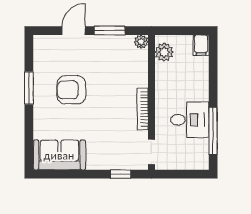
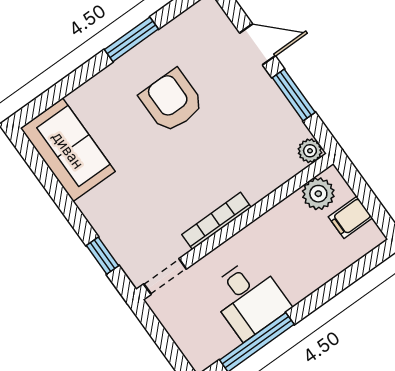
filing cabinet: (201, 45) -> (350, 217), moved

